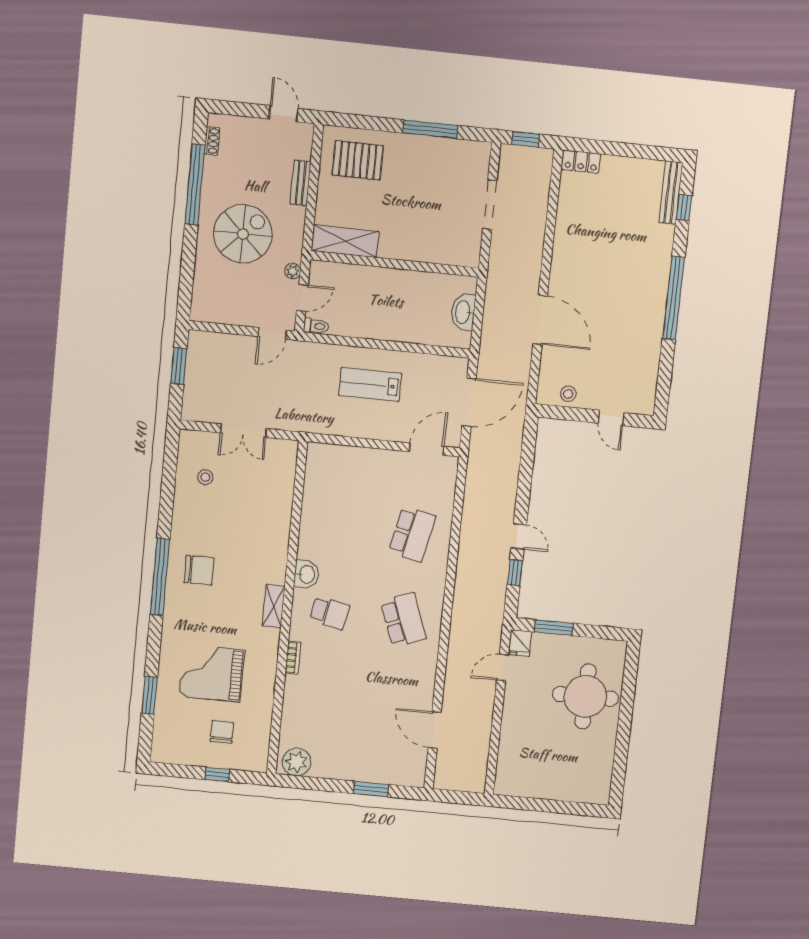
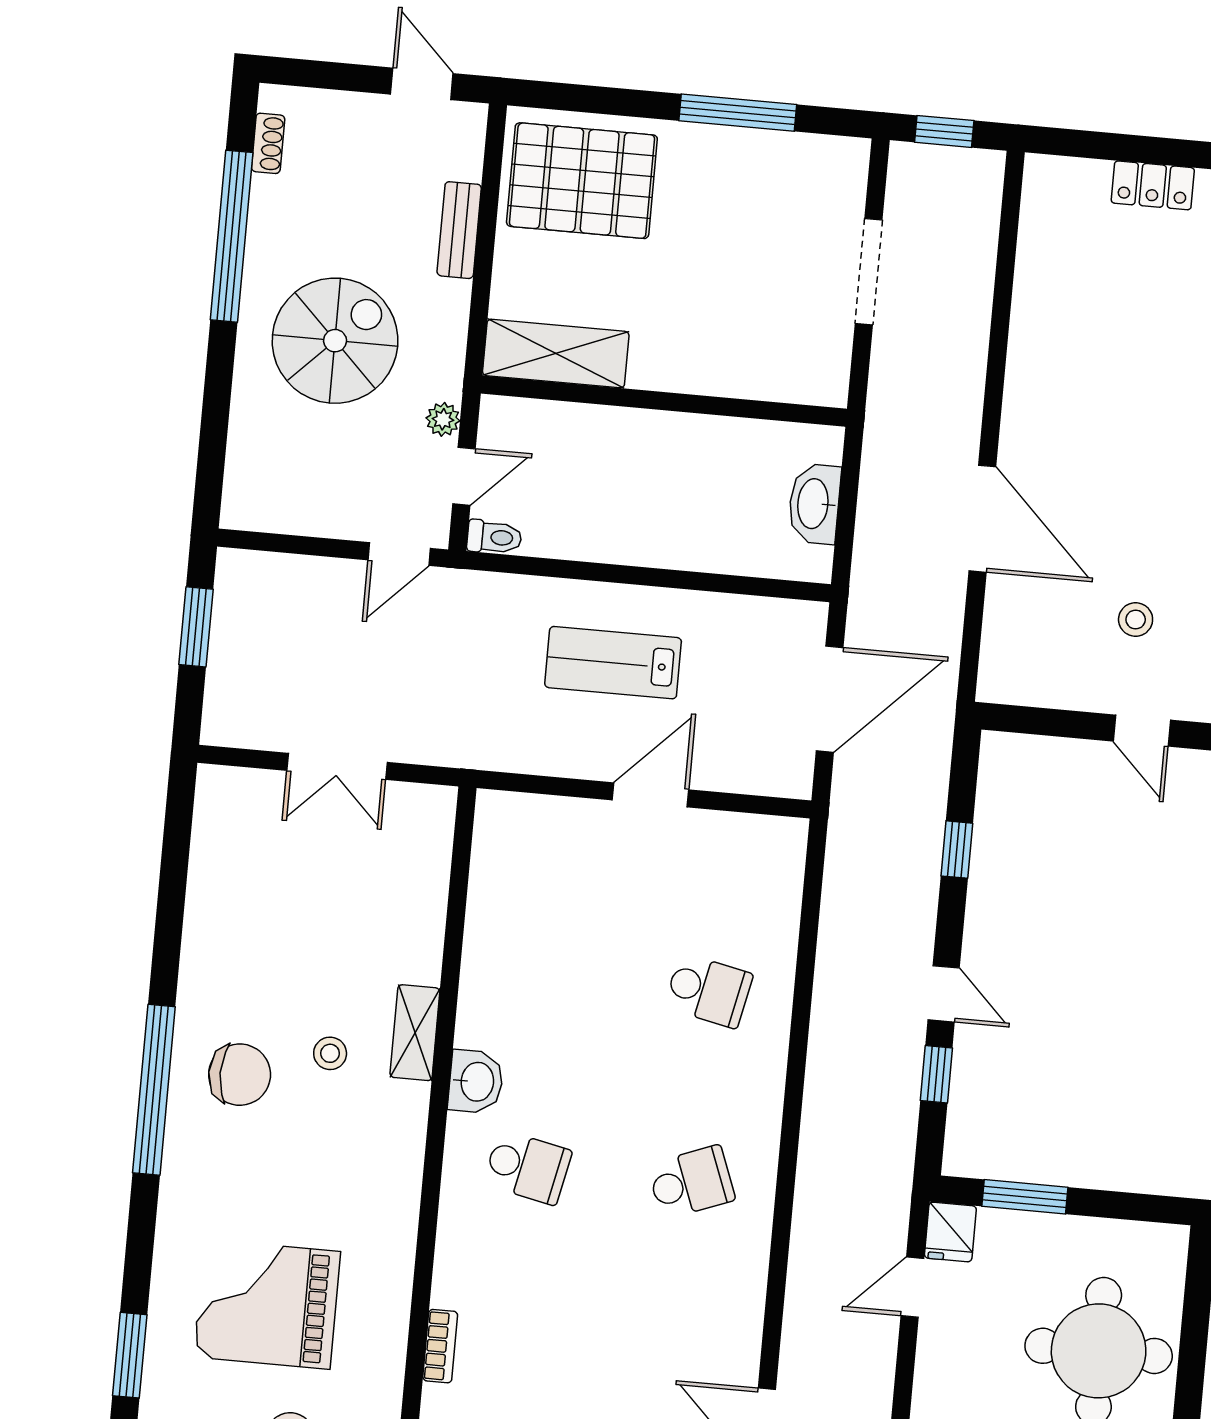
pallet: (358, 160) -> (582, 181), width x1.37, depth x1.41
locker: (581, 162) -> (1153, 185), moved
stool: (568, 394) -> (1136, 620), moved
door: (427, 449) -> (650, 795), moved
window: (526, 471) -> (957, 850), added
stool: (205, 477) -> (330, 1053), moved
school desk: (412, 534) -> (709, 991), width x0.54
shelving: (274, 606) -> (415, 1033), moved
school desk: (403, 620) -> (691, 1182), width x0.54
bookcase: (293, 658) -> (440, 1346), moved

